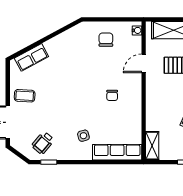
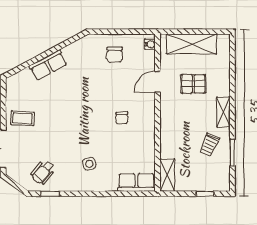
chair: (106, 40) -> (115, 55), turned 180
row of seats: (31, 57) -> (48, 65), moved
row of seats: (117, 152) -> (136, 182), width x0.68

